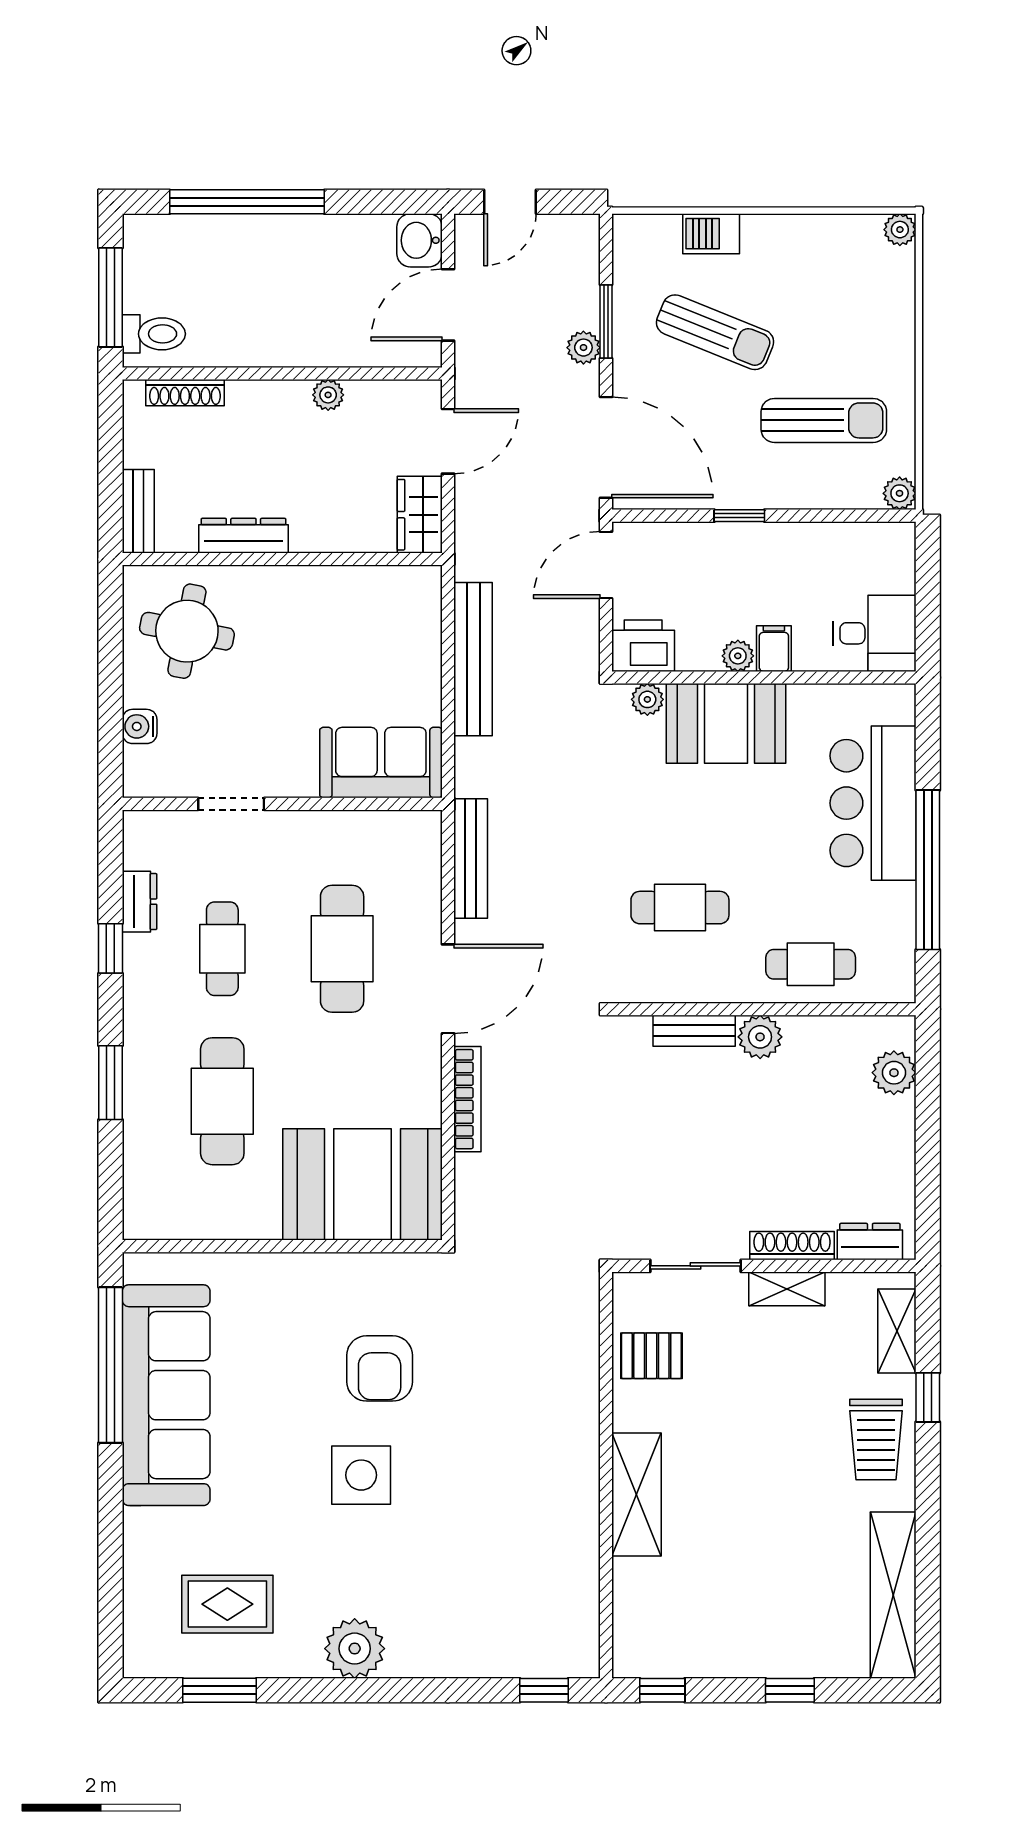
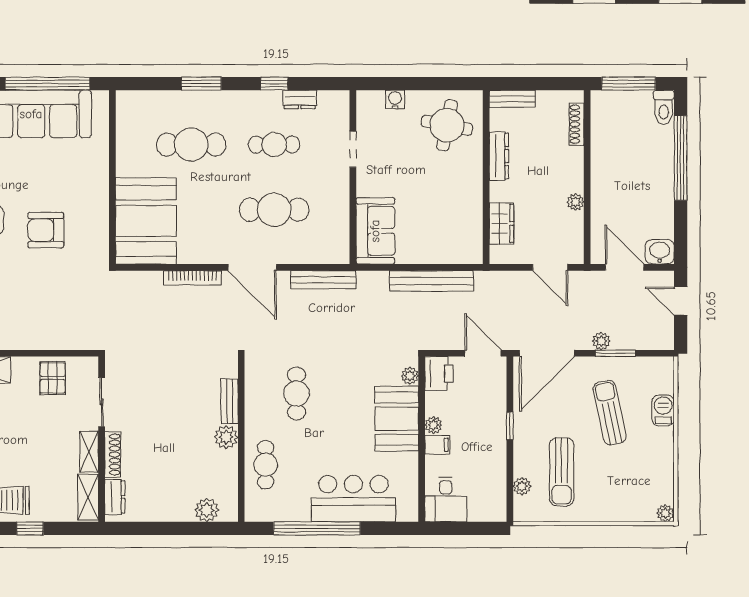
sun lounger: (715, 332) -> (610, 413), turned 146
toilet: (154, 334) -> (664, 107), moved
plant: (900, 493) -> (522, 486), moved
wardrobe: (420, 515) -> (502, 223), moved, turned 90
shelving: (897, 1331) -> (88, 497), moved, turned 90

